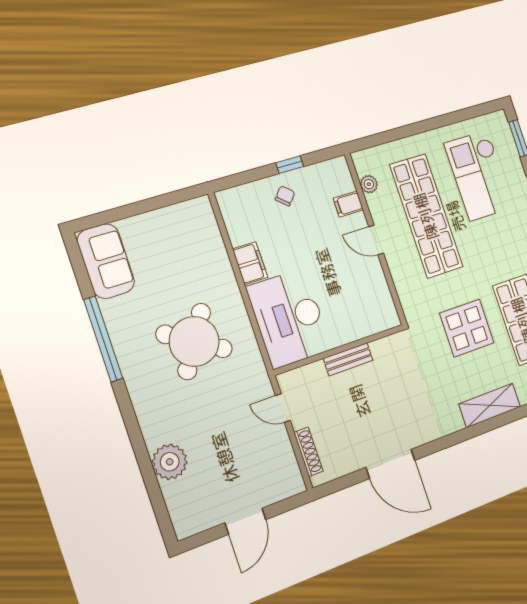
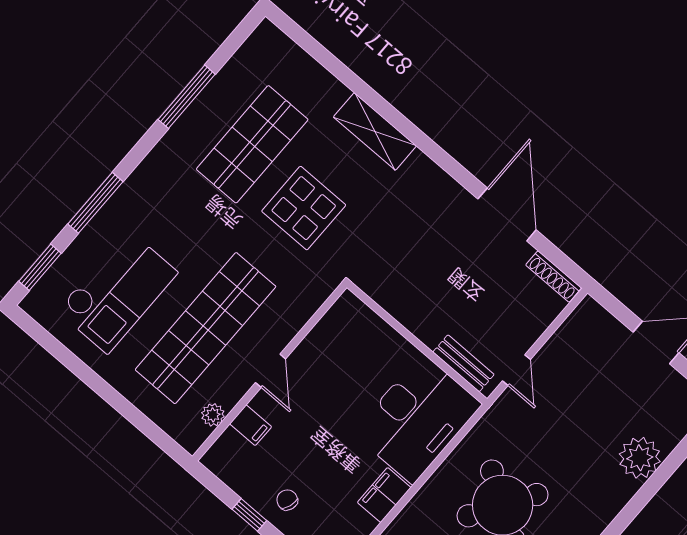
chair: (285, 196) -> (287, 500), turned 68
bench: (348, 359) -> (464, 363), moved
shoe rack: (308, 452) -> (554, 276), moved, turned -90

